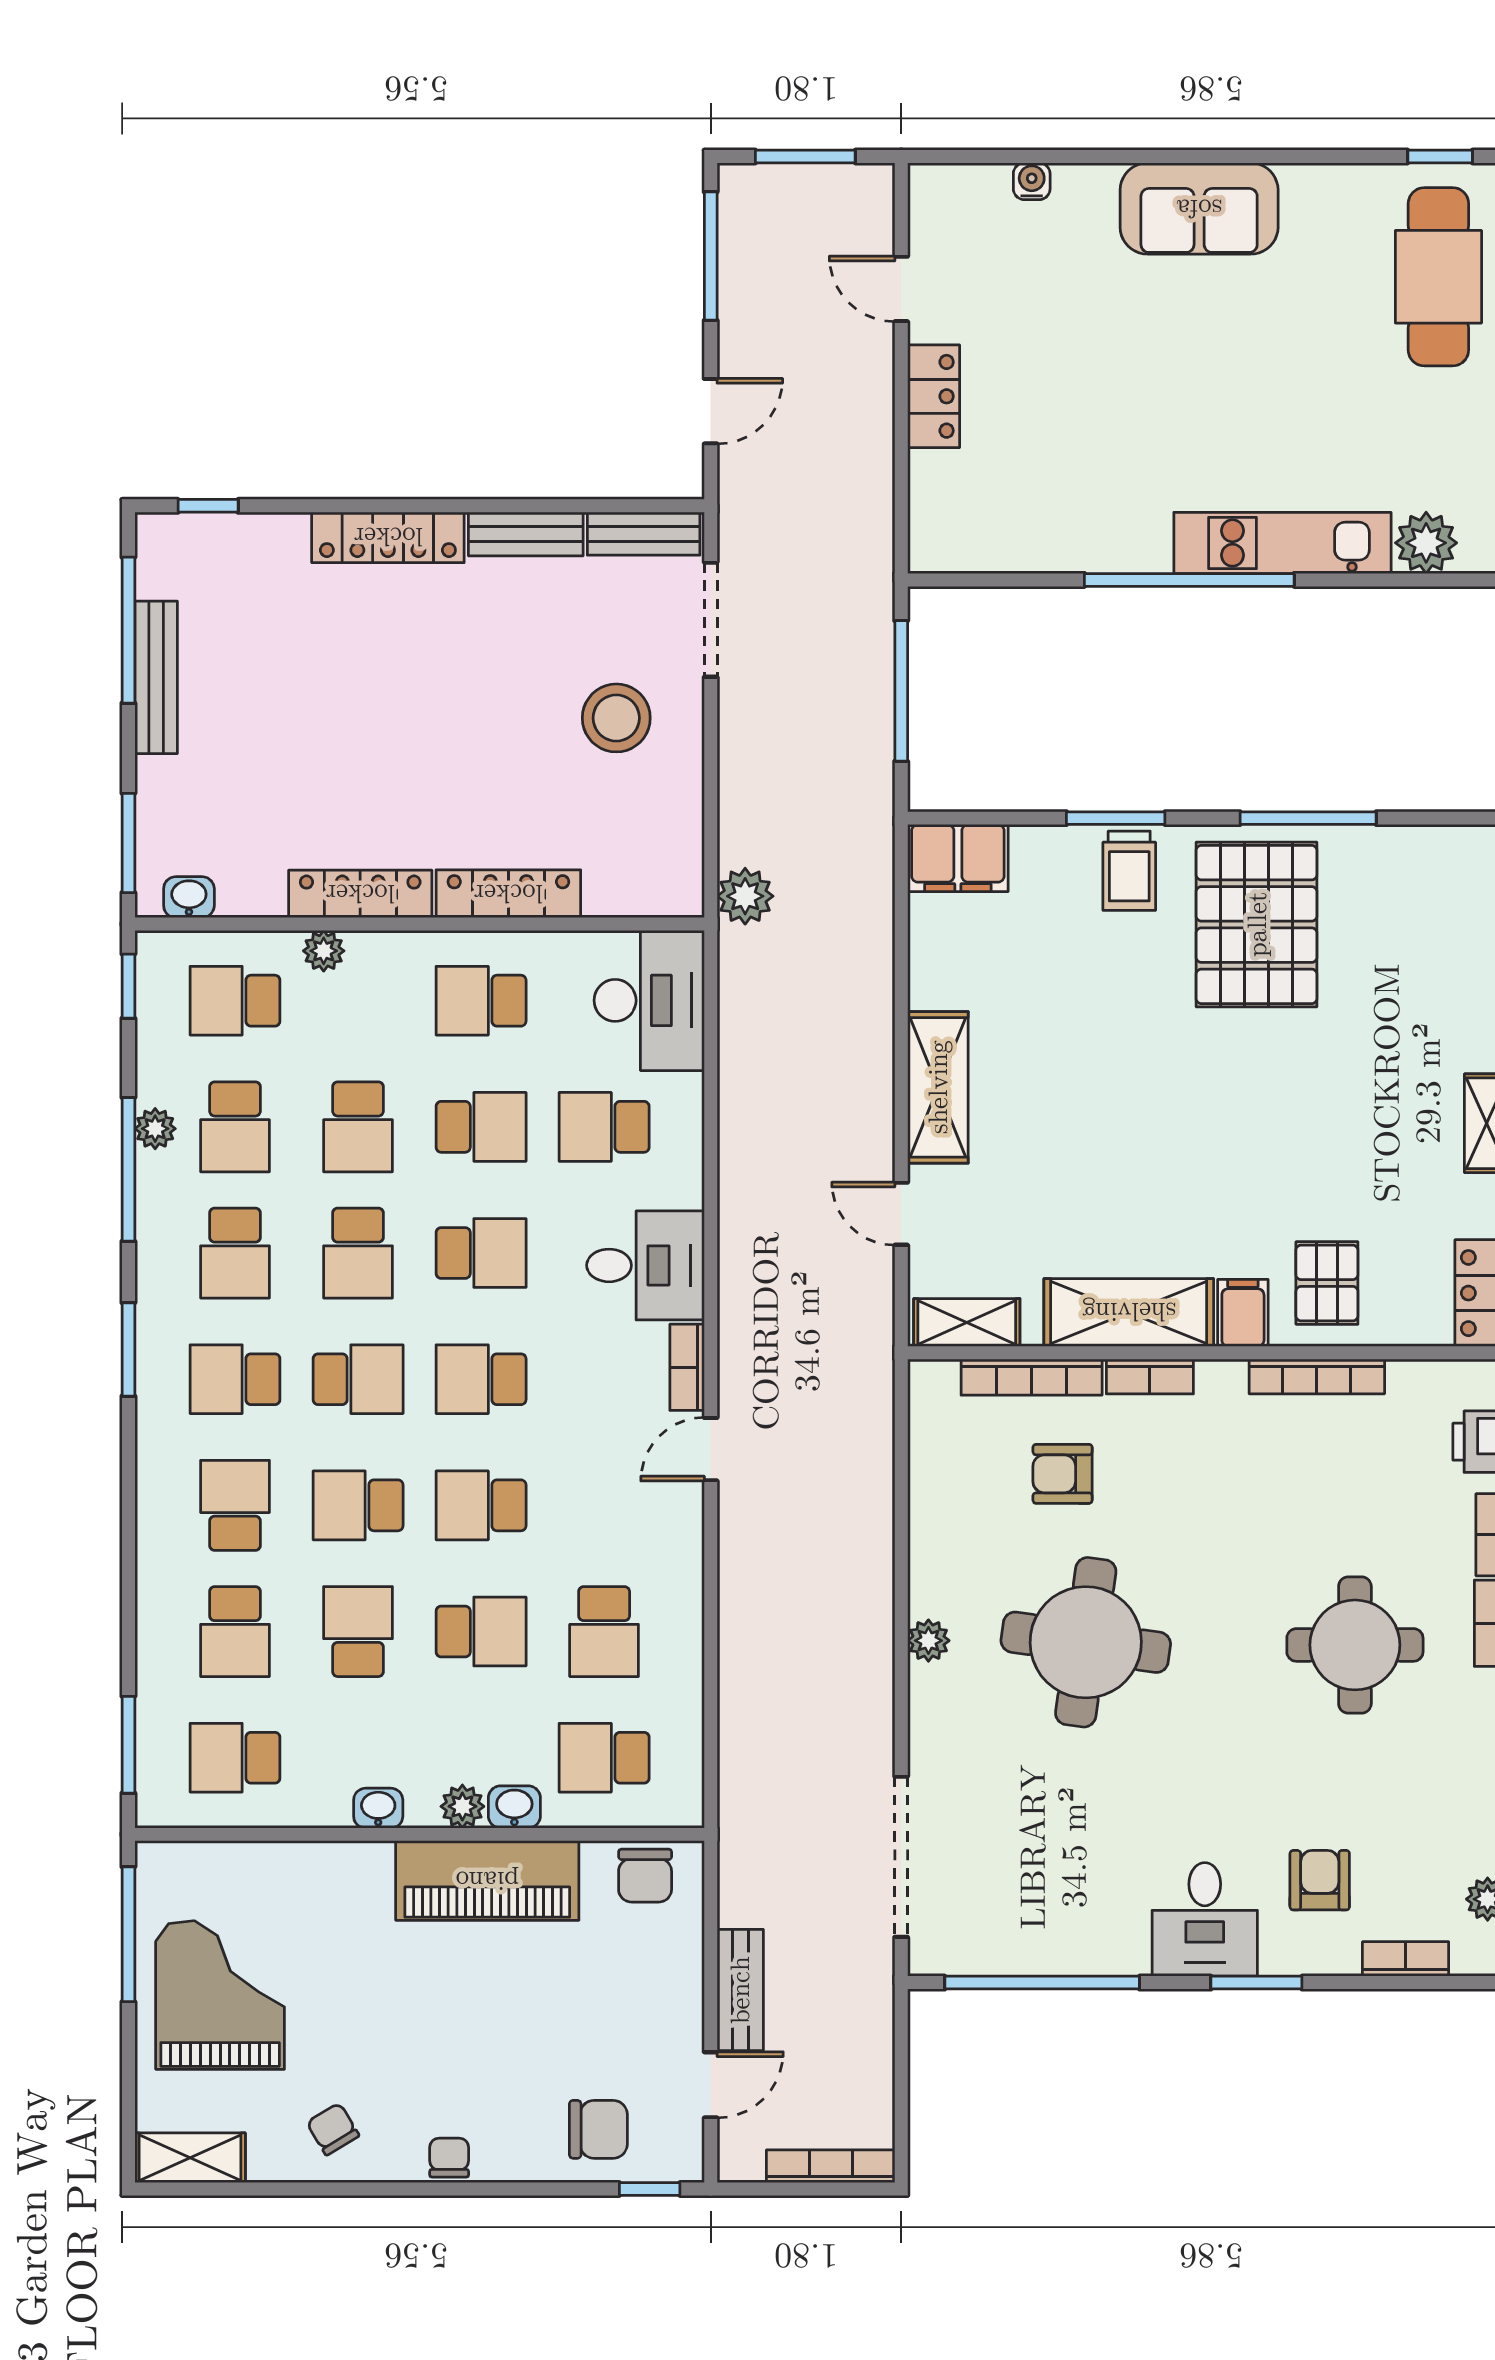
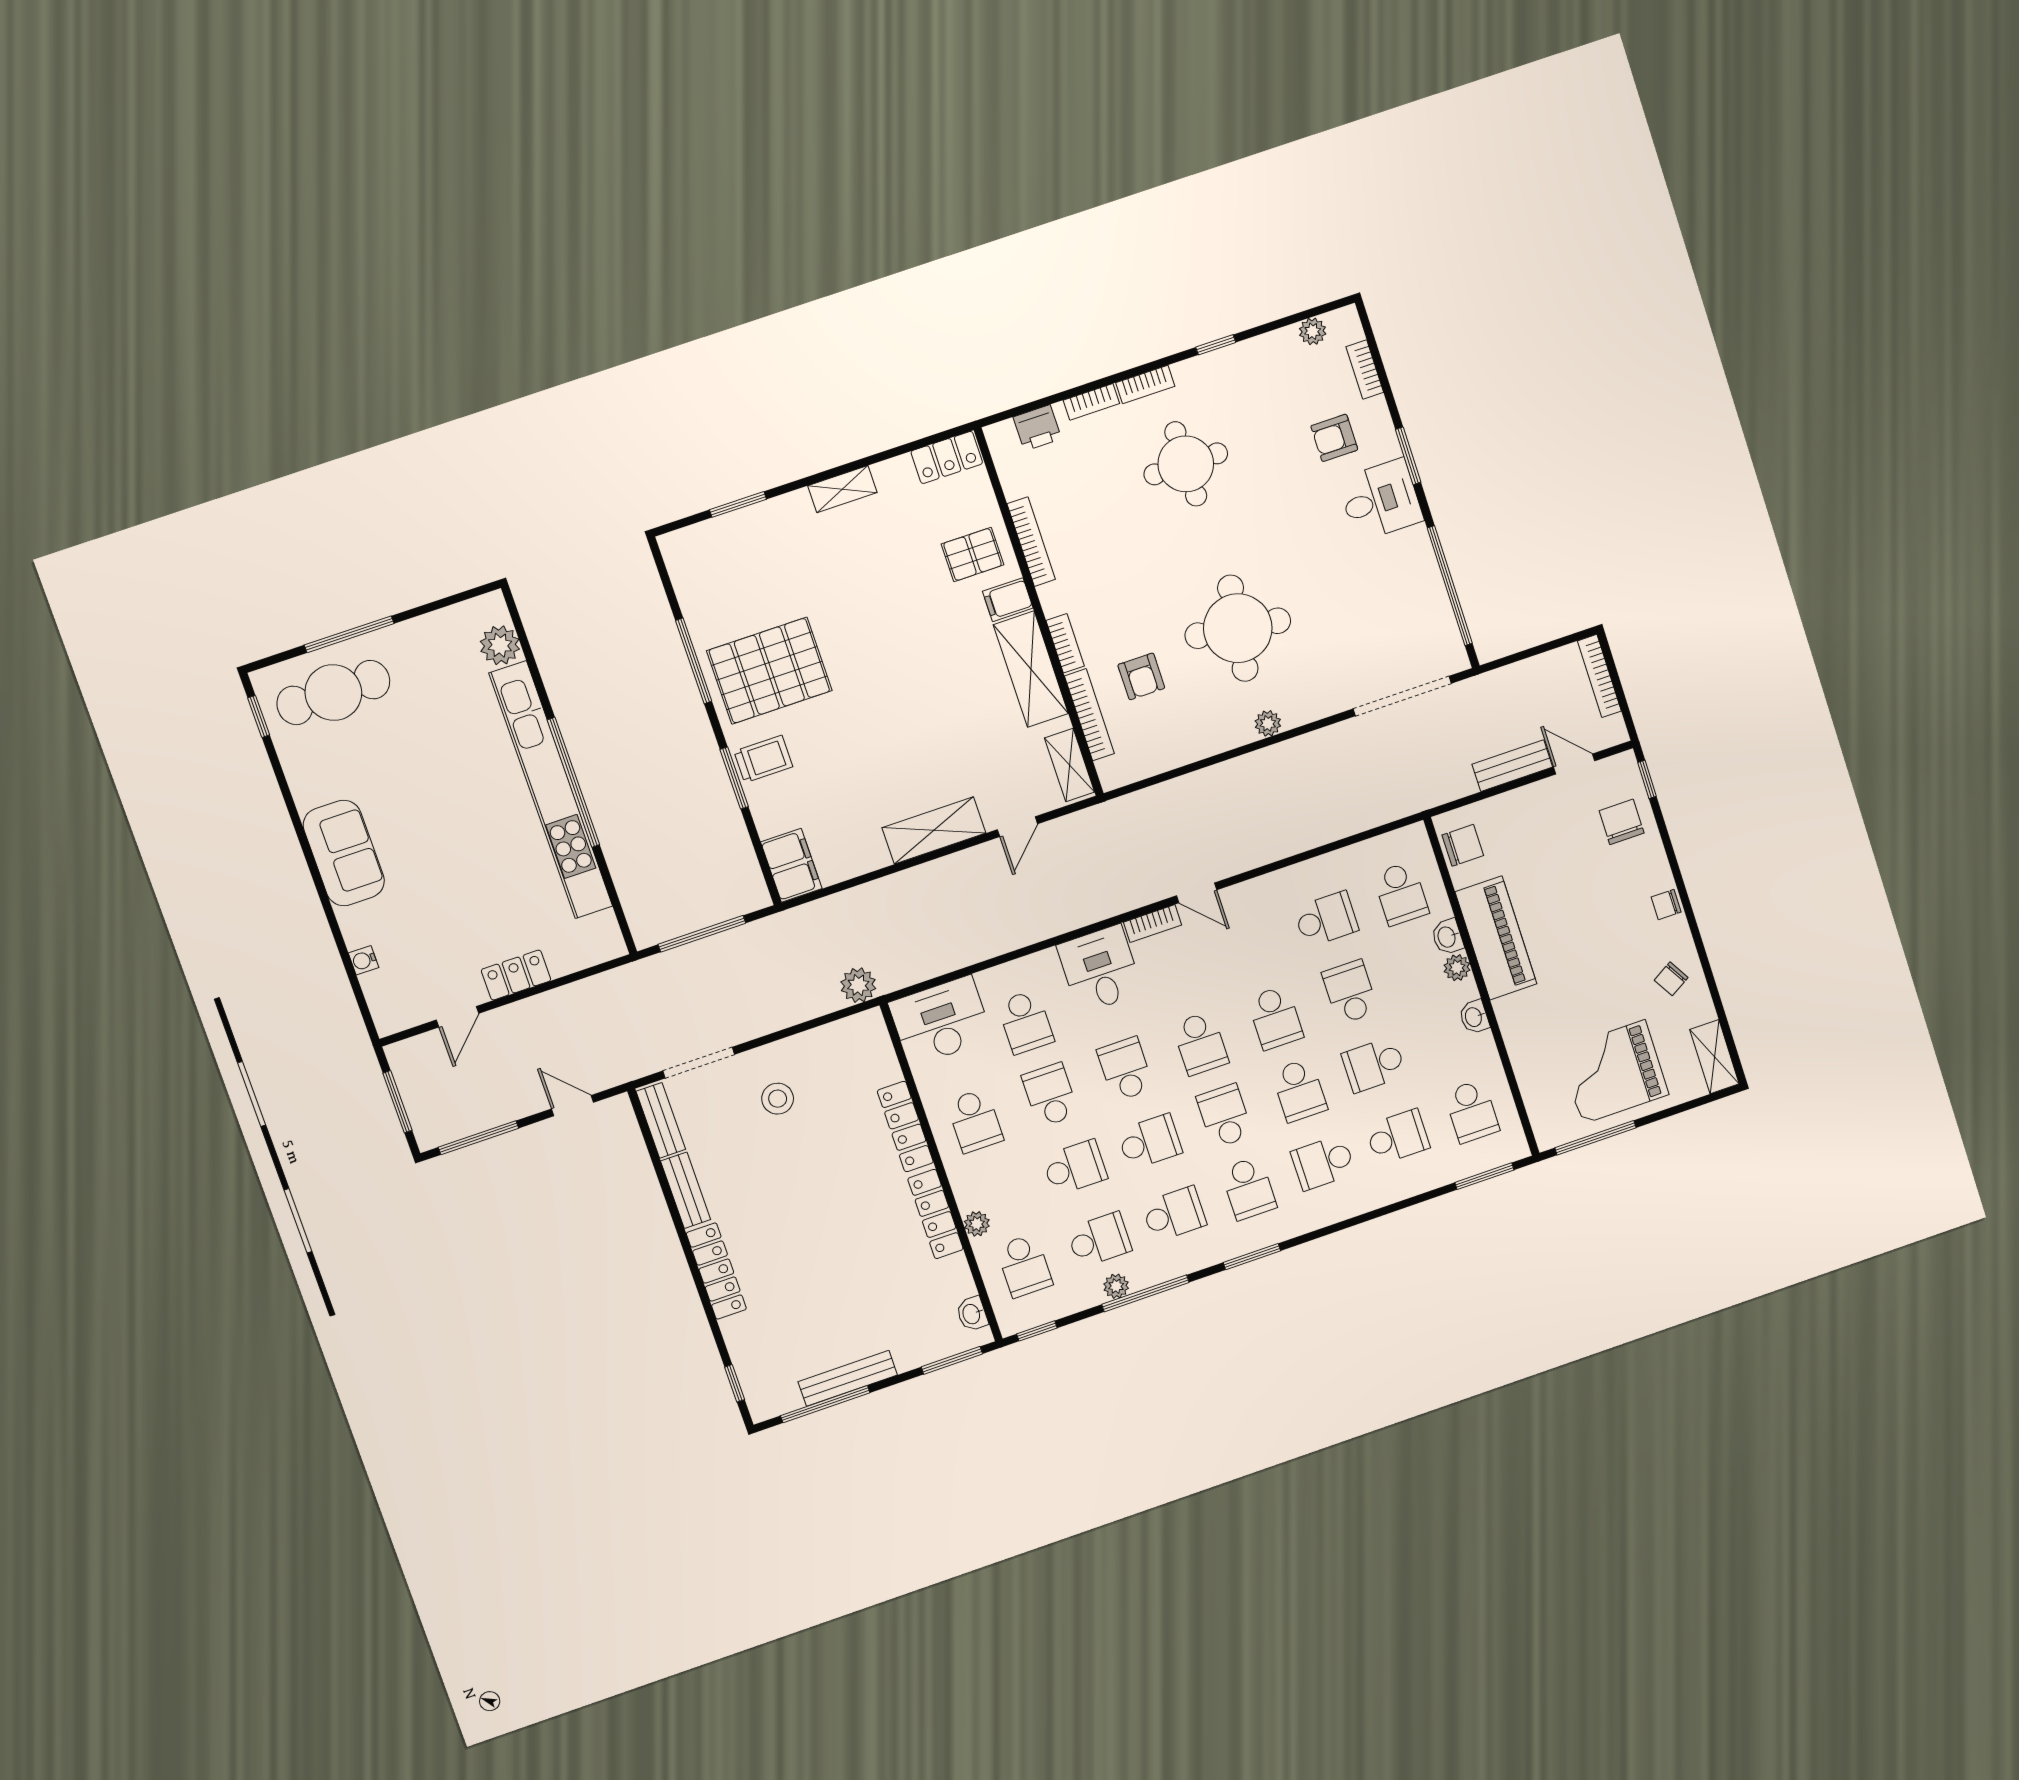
kitchen unit: (1282, 543) -> (551, 790), width x1.86
stool: (616, 718) -> (778, 1099), width x0.73, depth x0.73

